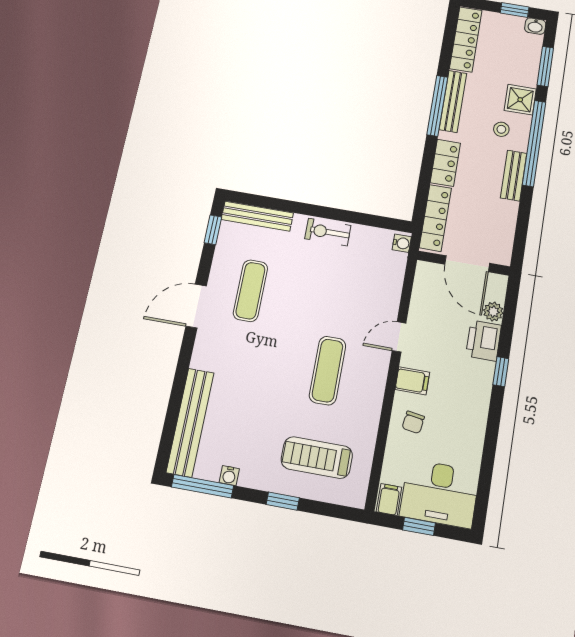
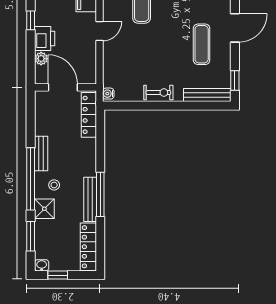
locker: (445, 163) -> (88, 154), removed

